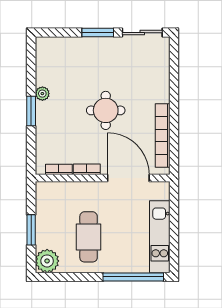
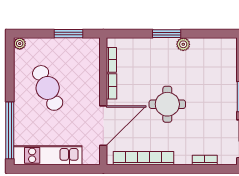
bookcase: (165, 71) -> (205, 160), added
window: (31, 230) -> (68, 34), moved
cafe table: (89, 237) -> (48, 88), turned 65
plant: (47, 261) -> (20, 44), width x0.53, depth x0.53

